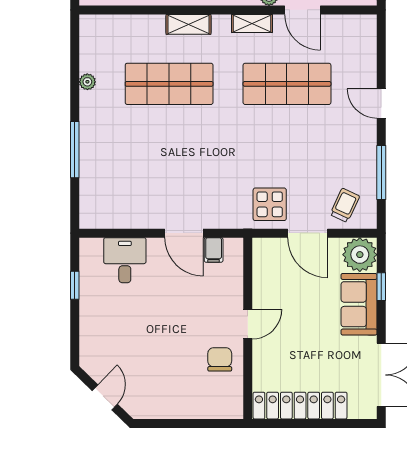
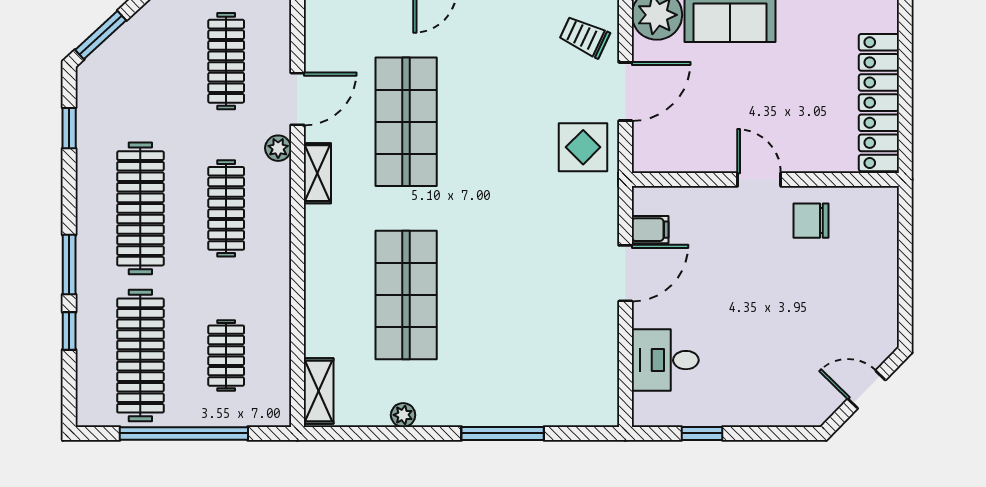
shelving: (188, 24) -> (319, 391), moved

